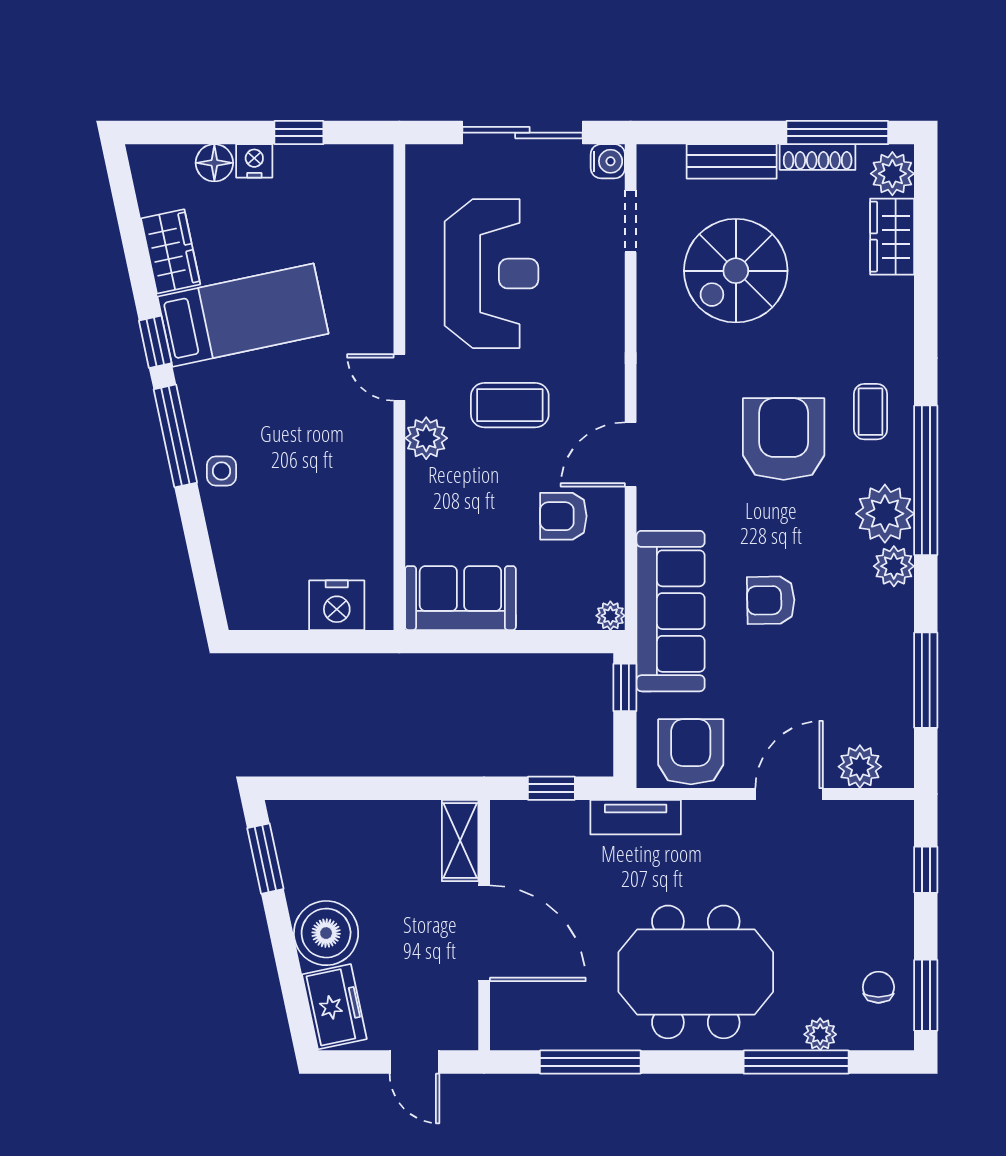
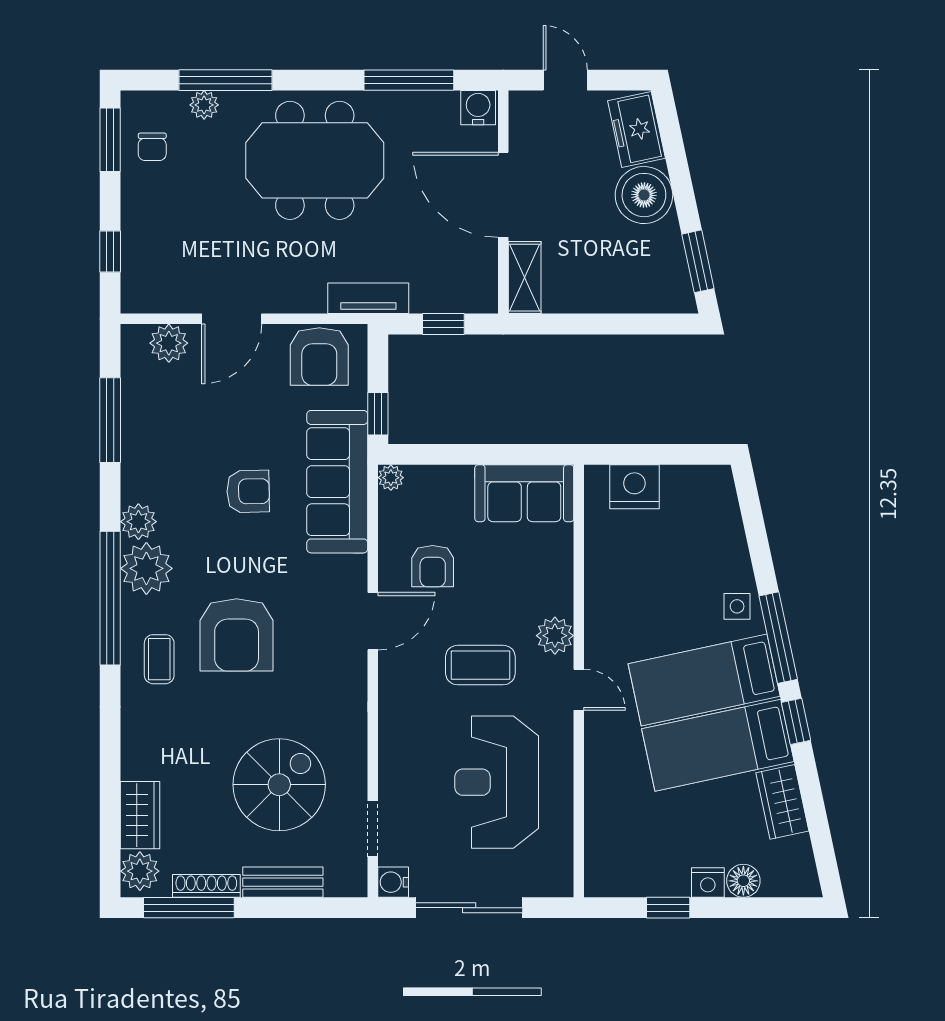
bed: (258, 388) -> (704, 680), added
armchair: (563, 516) -> (433, 566), turned 90
water cooler: (512, 1031) -> (478, 108), added

